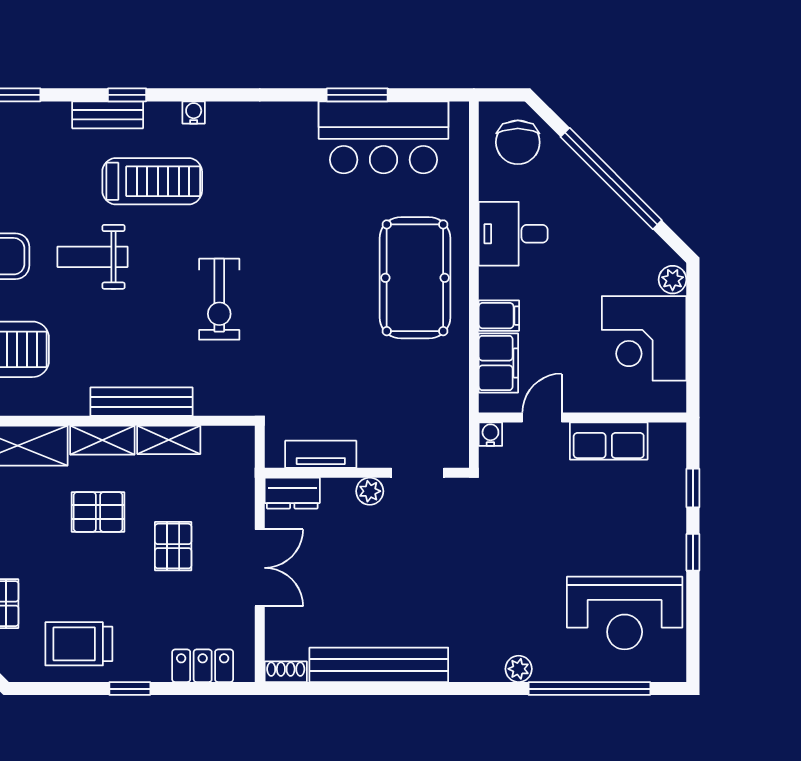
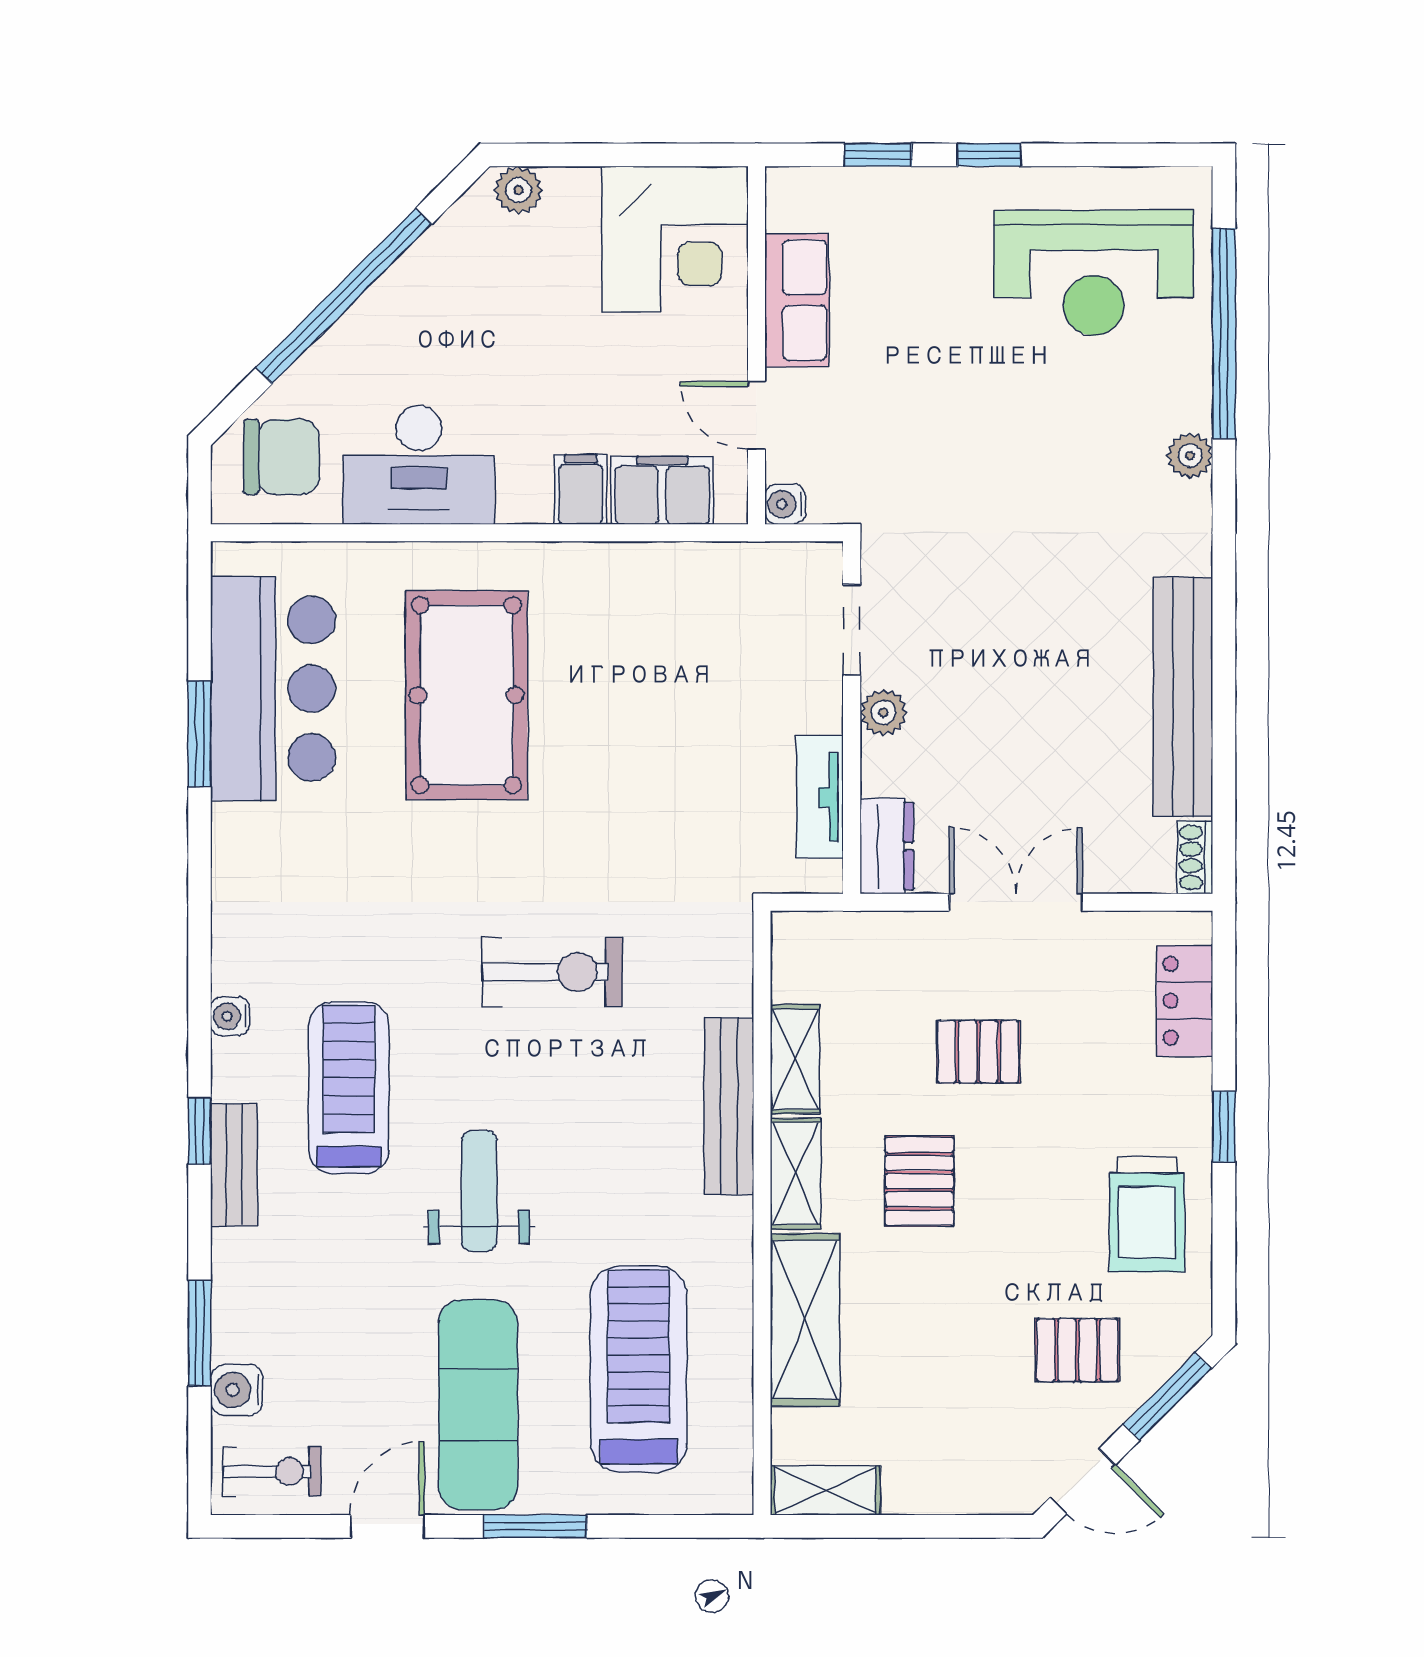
desk: (513, 234) -> (419, 465), width x1.37
weight bench: (92, 257) -> (479, 1191), turned 180
pool table: (415, 278) -> (467, 695), moved, turned 90
corner desk: (644, 338) -> (675, 239), moved
reception desk: (625, 613) -> (1094, 273), turned 90

